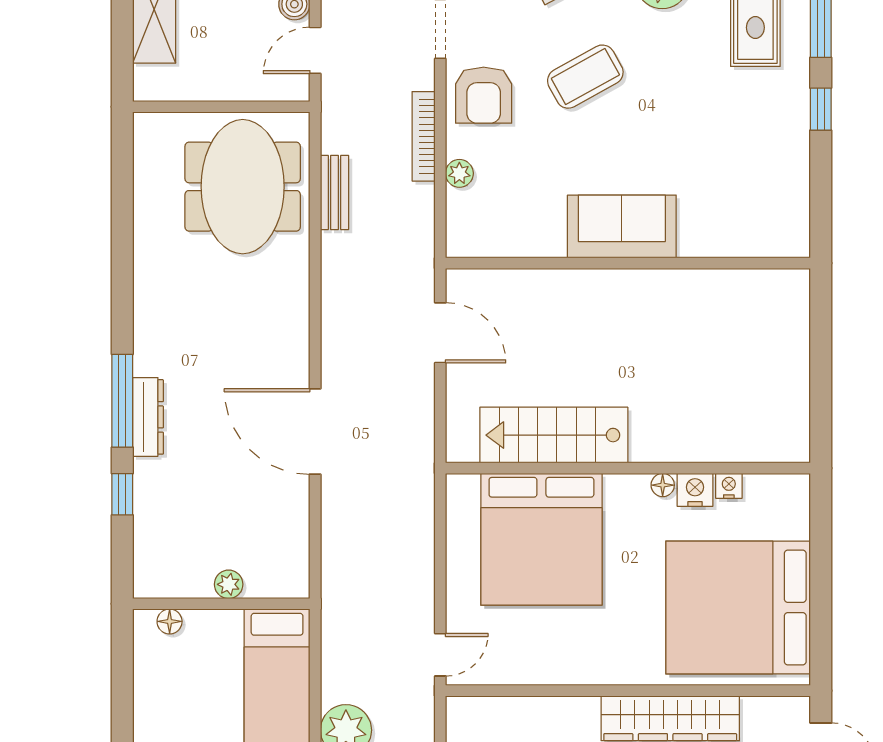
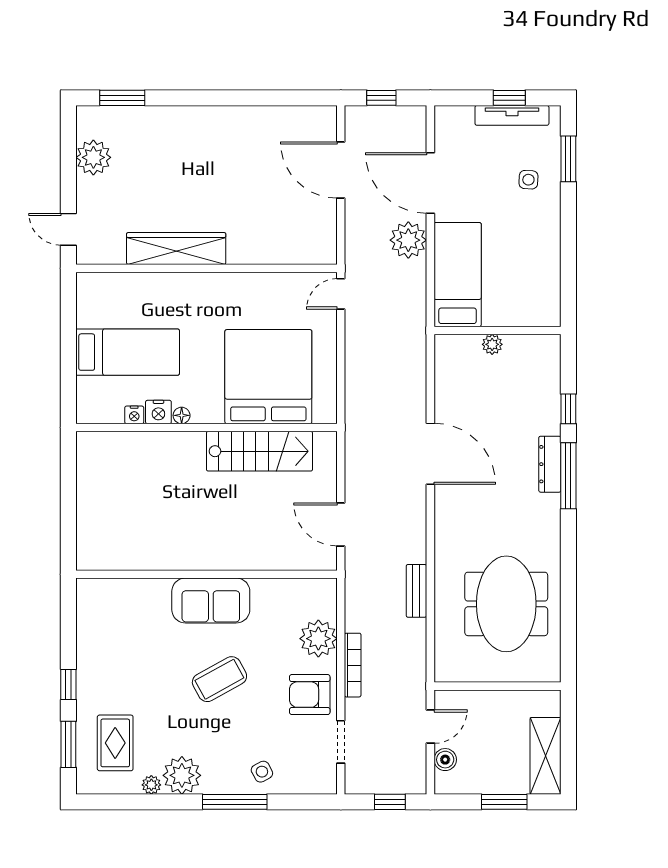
coffee table: (585, 77) -> (219, 679), moved
armchair: (484, 95) -> (310, 695), turned -90
plant: (459, 173) -> (318, 639), width x1.87, depth x1.87
meeting table: (243, 187) -> (506, 604), moved
bench: (334, 193) -> (416, 591), moved
bed: (738, 608) -> (128, 352), width x0.49
floor lamp: (170, 621) -> (534, 318), removed

